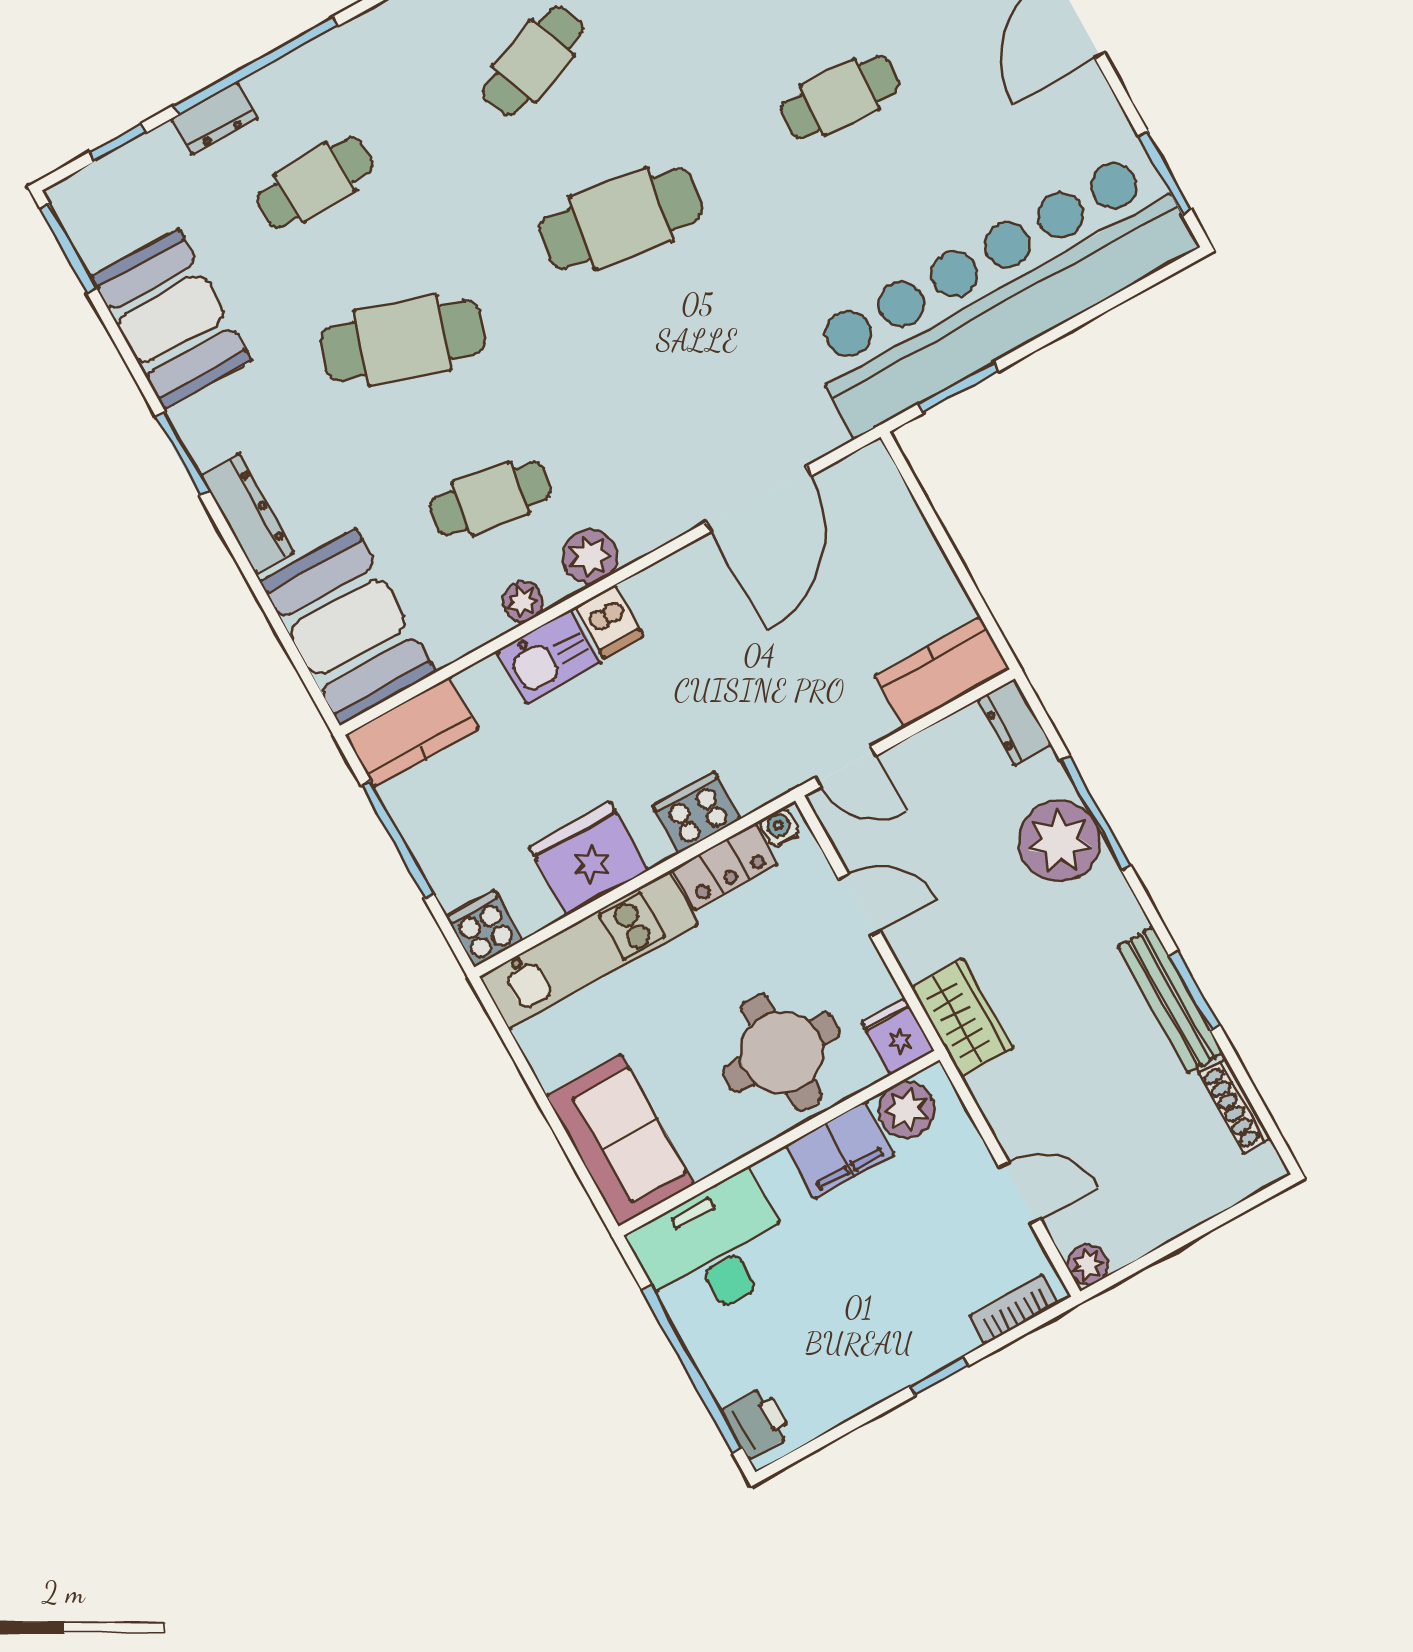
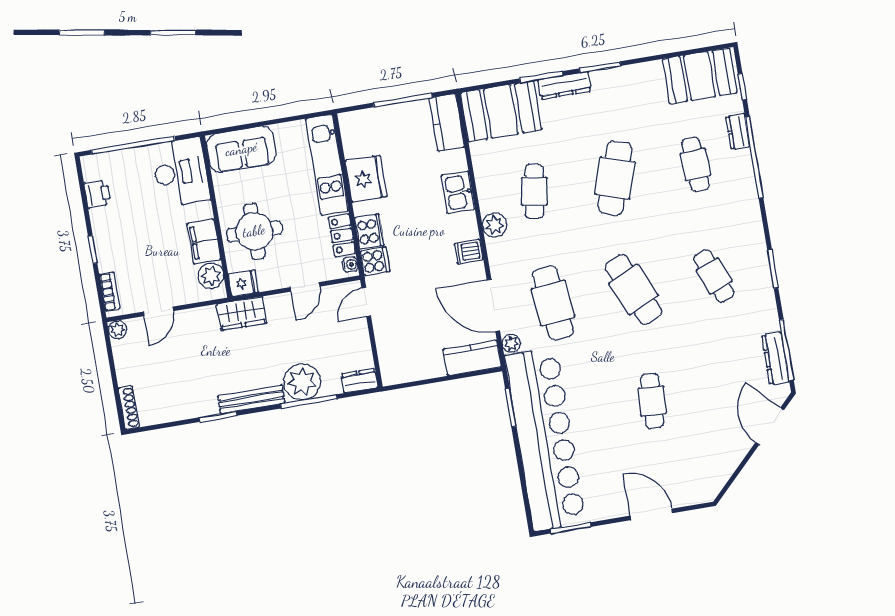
cafe table: (621, 219) -> (634, 289), turned -33
window: (68, 248) -> (541, 77), moved
booth: (171, 319) -> (700, 76), moved
cafe table: (709, 377) -> (553, 303), added
plant: (523, 602) -> (511, 343), moved
dishwasher: (609, 622) -> (469, 252), moved
kitchen counter: (942, 672) -> (472, 358), moved, turned -90
cooker: (484, 929) -> (375, 261), moved
bench: (1171, 1000) -> (251, 399), moved
shoe rack: (1235, 1106) -> (129, 408), moved, turned 90
printer: (757, 1423) -> (97, 194), moved, turned -90

